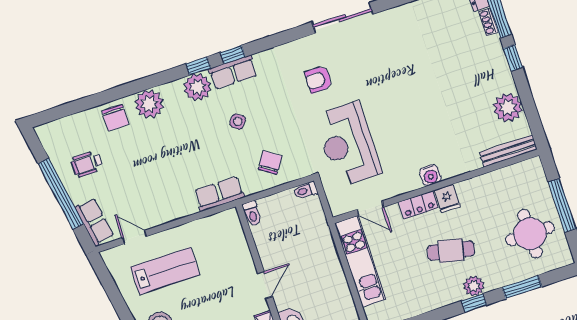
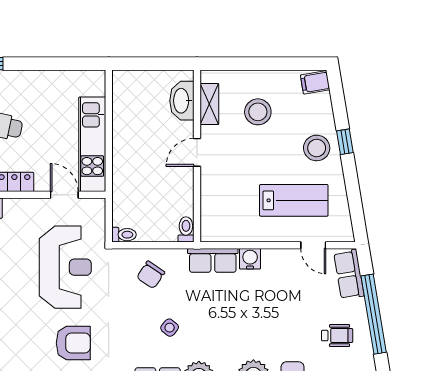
armchair: (319, 80) -> (73, 343), width x1.38, depth x1.38
water cooler: (187, 206) -> (250, 259), added
lab bench: (165, 271) -> (294, 200), turned 180

